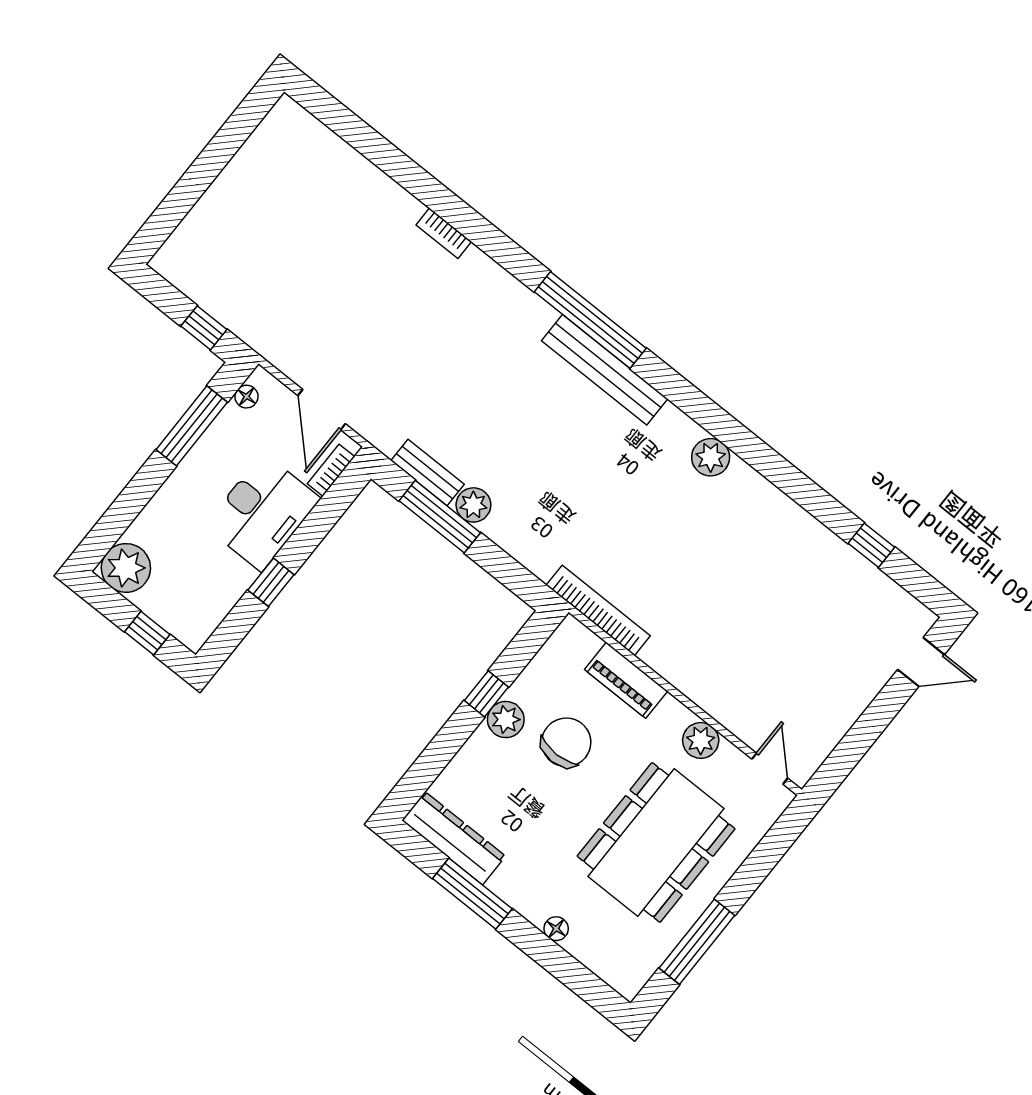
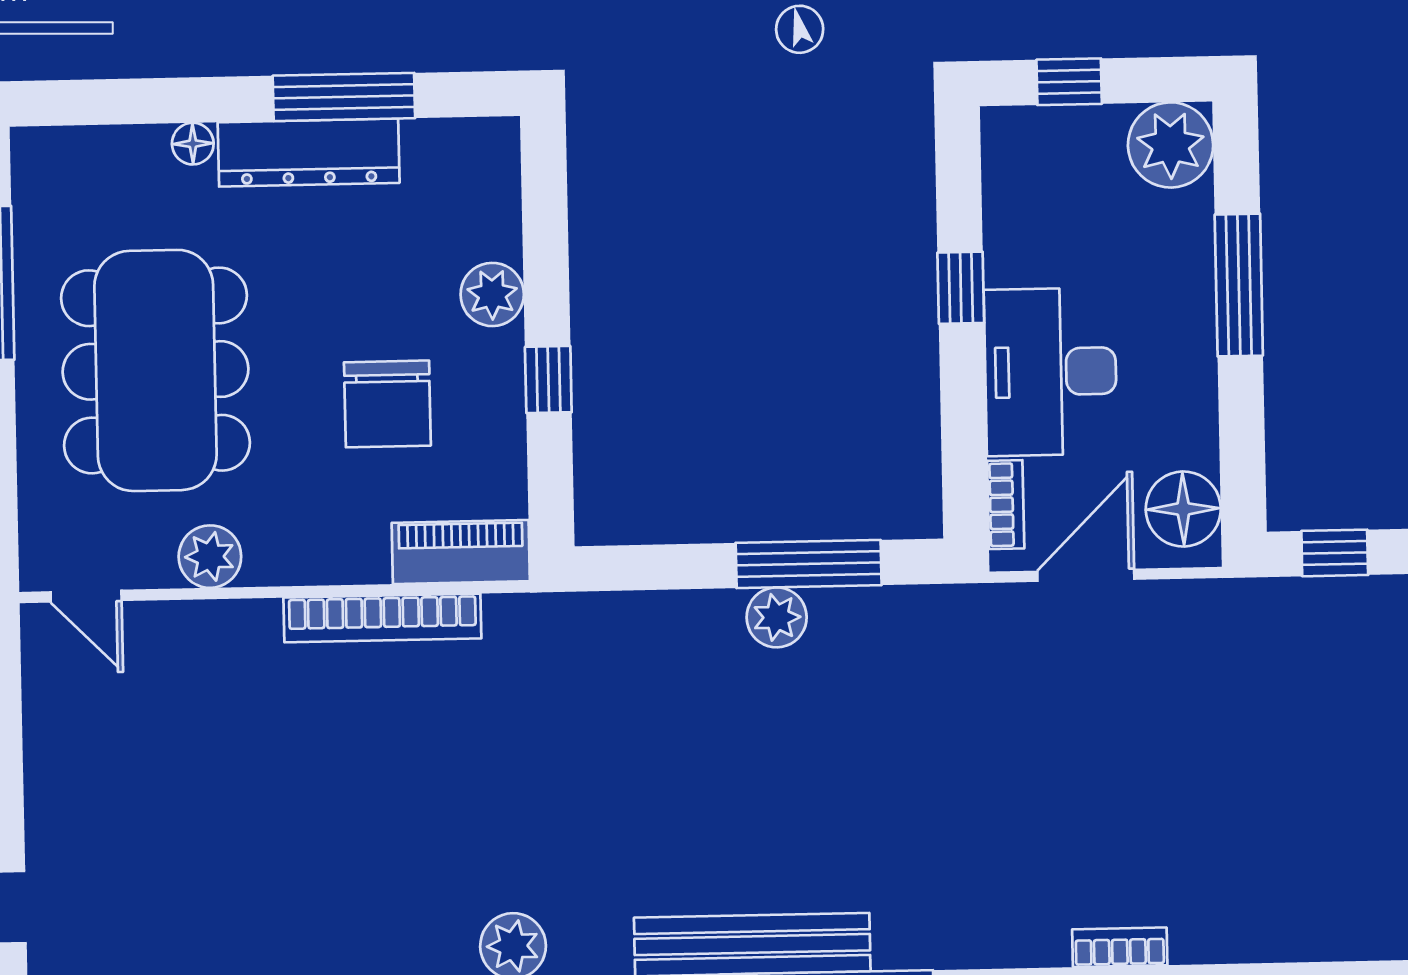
floor lamp: (246, 397) -> (1183, 509), width x1.89, depth x1.89
door: (322, 410) -> (1086, 575), hinge flipped
window: (192, 426) -> (1239, 285), moved
bench: (428, 473) -> (874, 609), removed
bookcase: (598, 610) -> (382, 618), moved
piano: (626, 680) -> (461, 552), moved
plant: (506, 720) -> (492, 294), moved
dresser: (454, 838) -> (309, 153), moved

